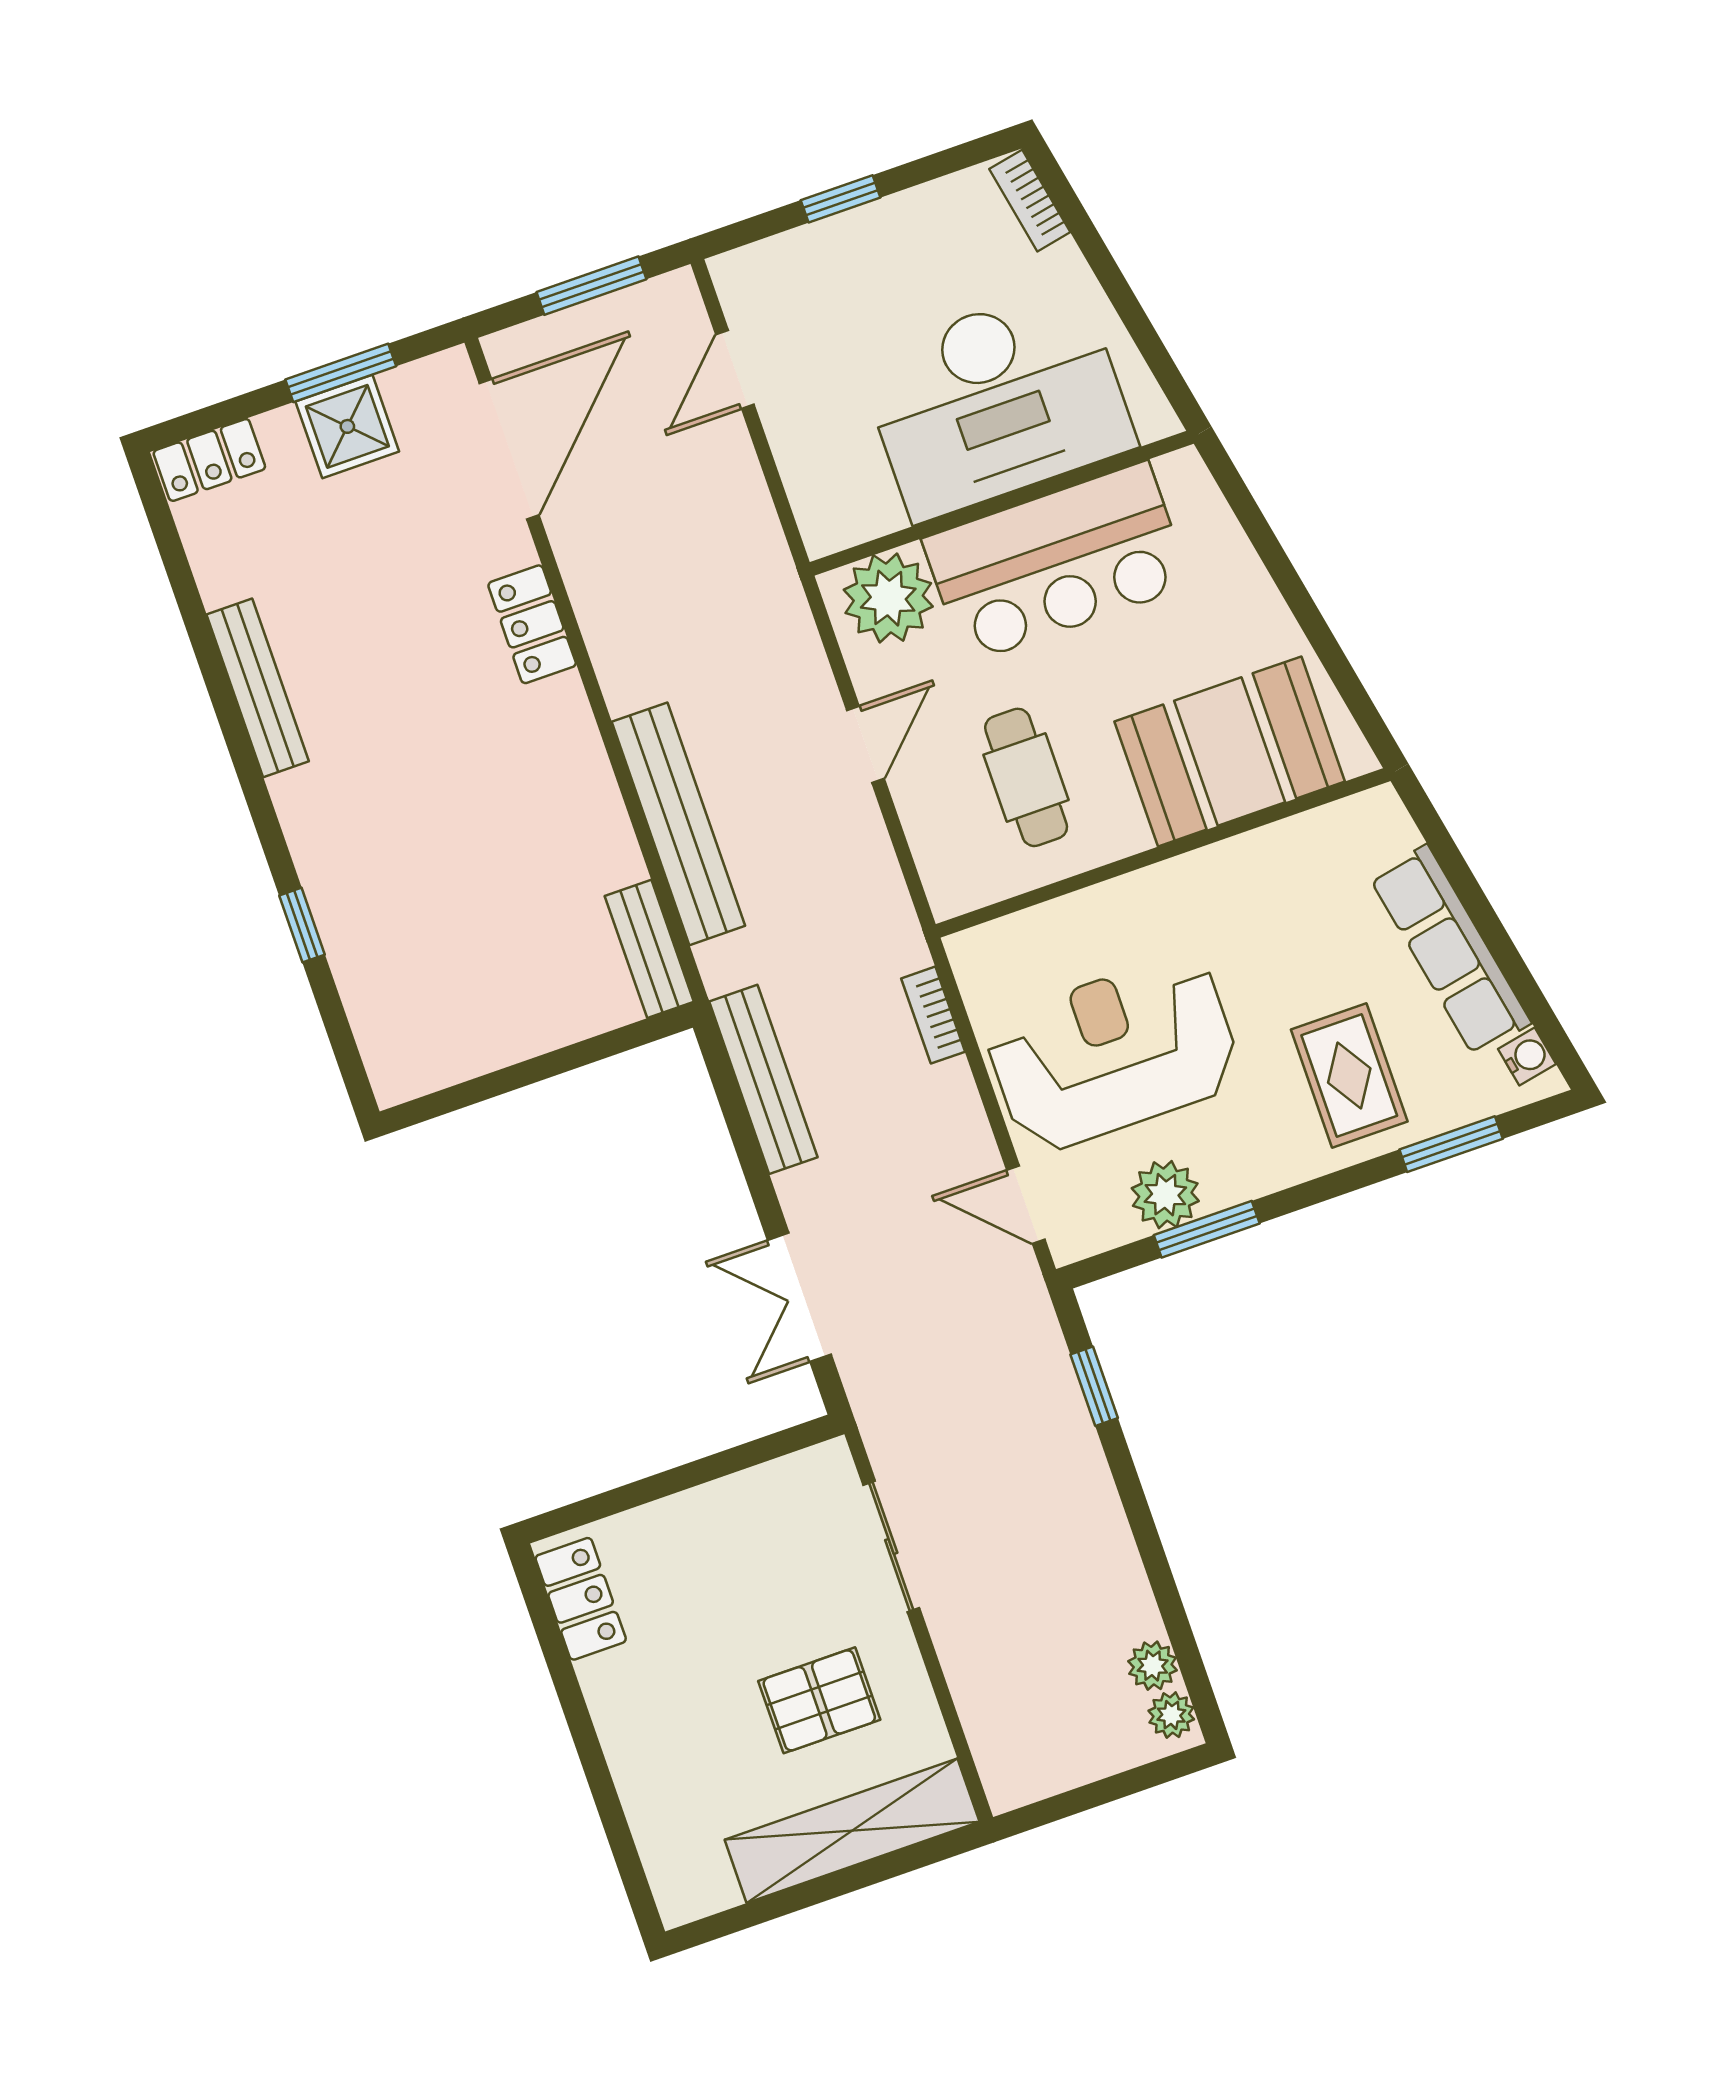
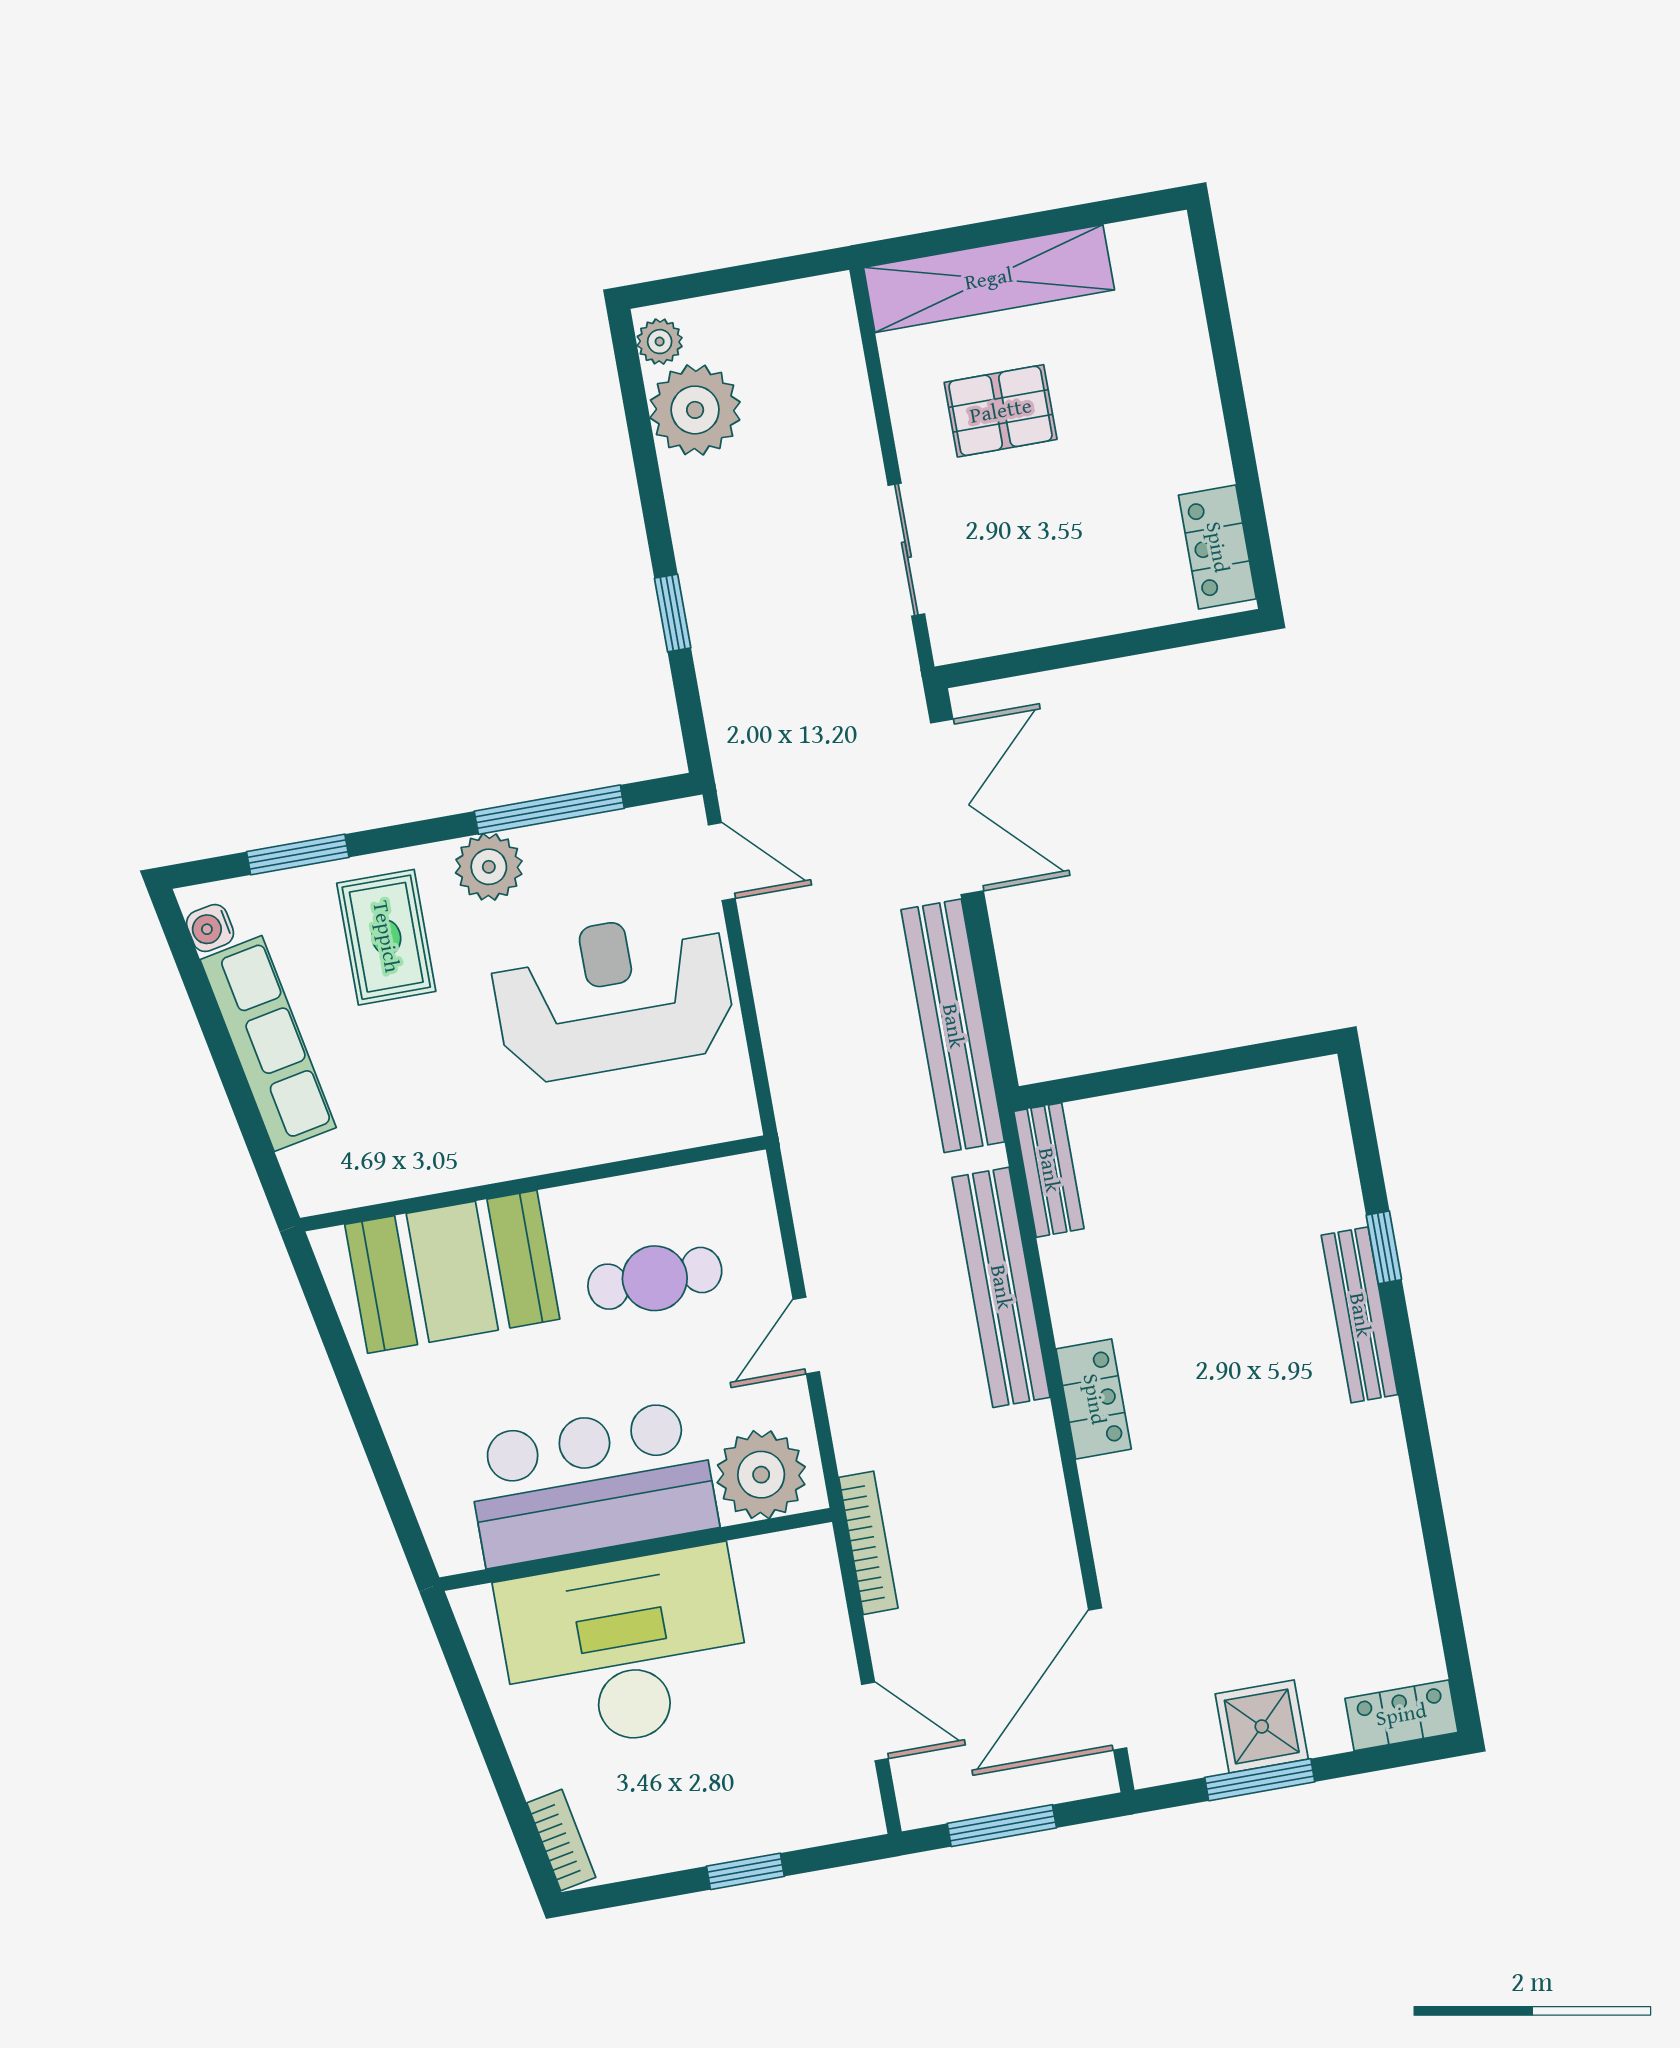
door: (735, 369) -> (875, 1721), hinge flipped
locker: (532, 624) -> (1094, 1399), moved
bench: (258, 688) -> (1360, 1315), moved
cafe table: (1026, 777) -> (655, 1278), turned 90
bookcase: (933, 1015) -> (868, 1543), moved, width x1.56
reception desk: (1113, 1053) -> (613, 996), turned 180
bench: (763, 1079) -> (953, 1026), width x1.37, depth x1.21
plant: (1165, 1195) -> (489, 867), moved
window: (1207, 1229) -> (549, 810), width x1.44
double door: (799, 1297) -> (957, 807), width x1.37
window: (1094, 1386) -> (673, 613), moved
plant: (1153, 1666) -> (695, 410), width x1.88, depth x1.88

